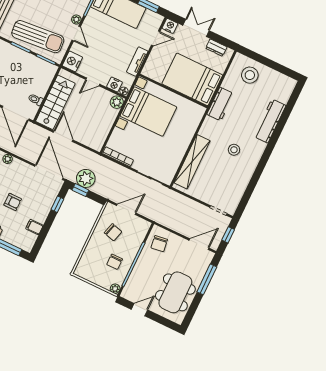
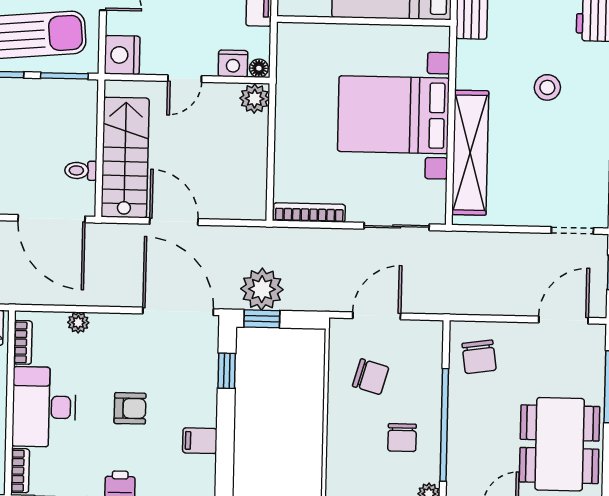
bed with nightstands: (148, 111) -> (393, 115), moved, turned 180

